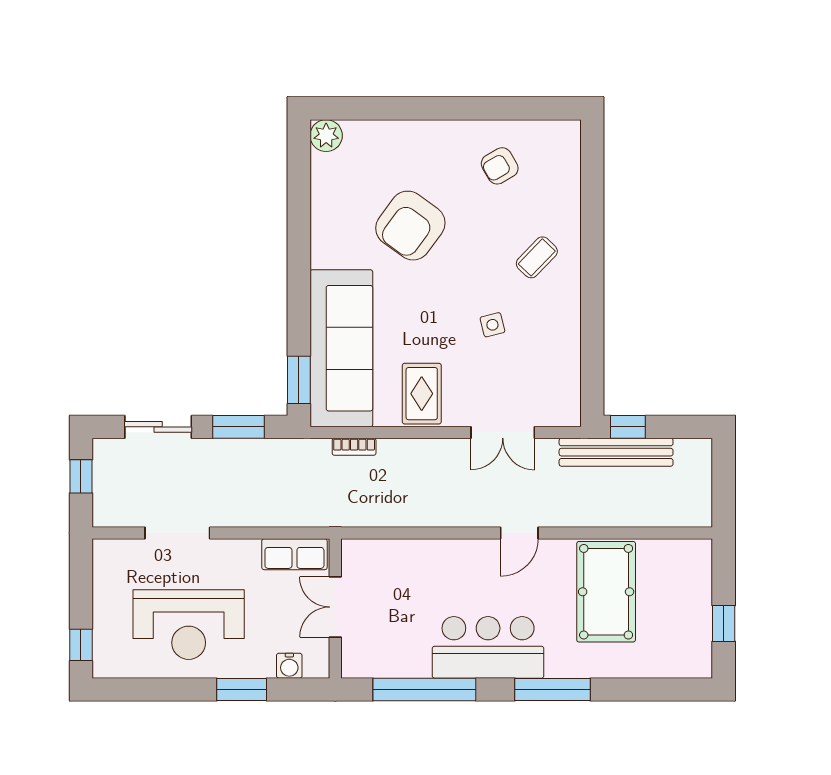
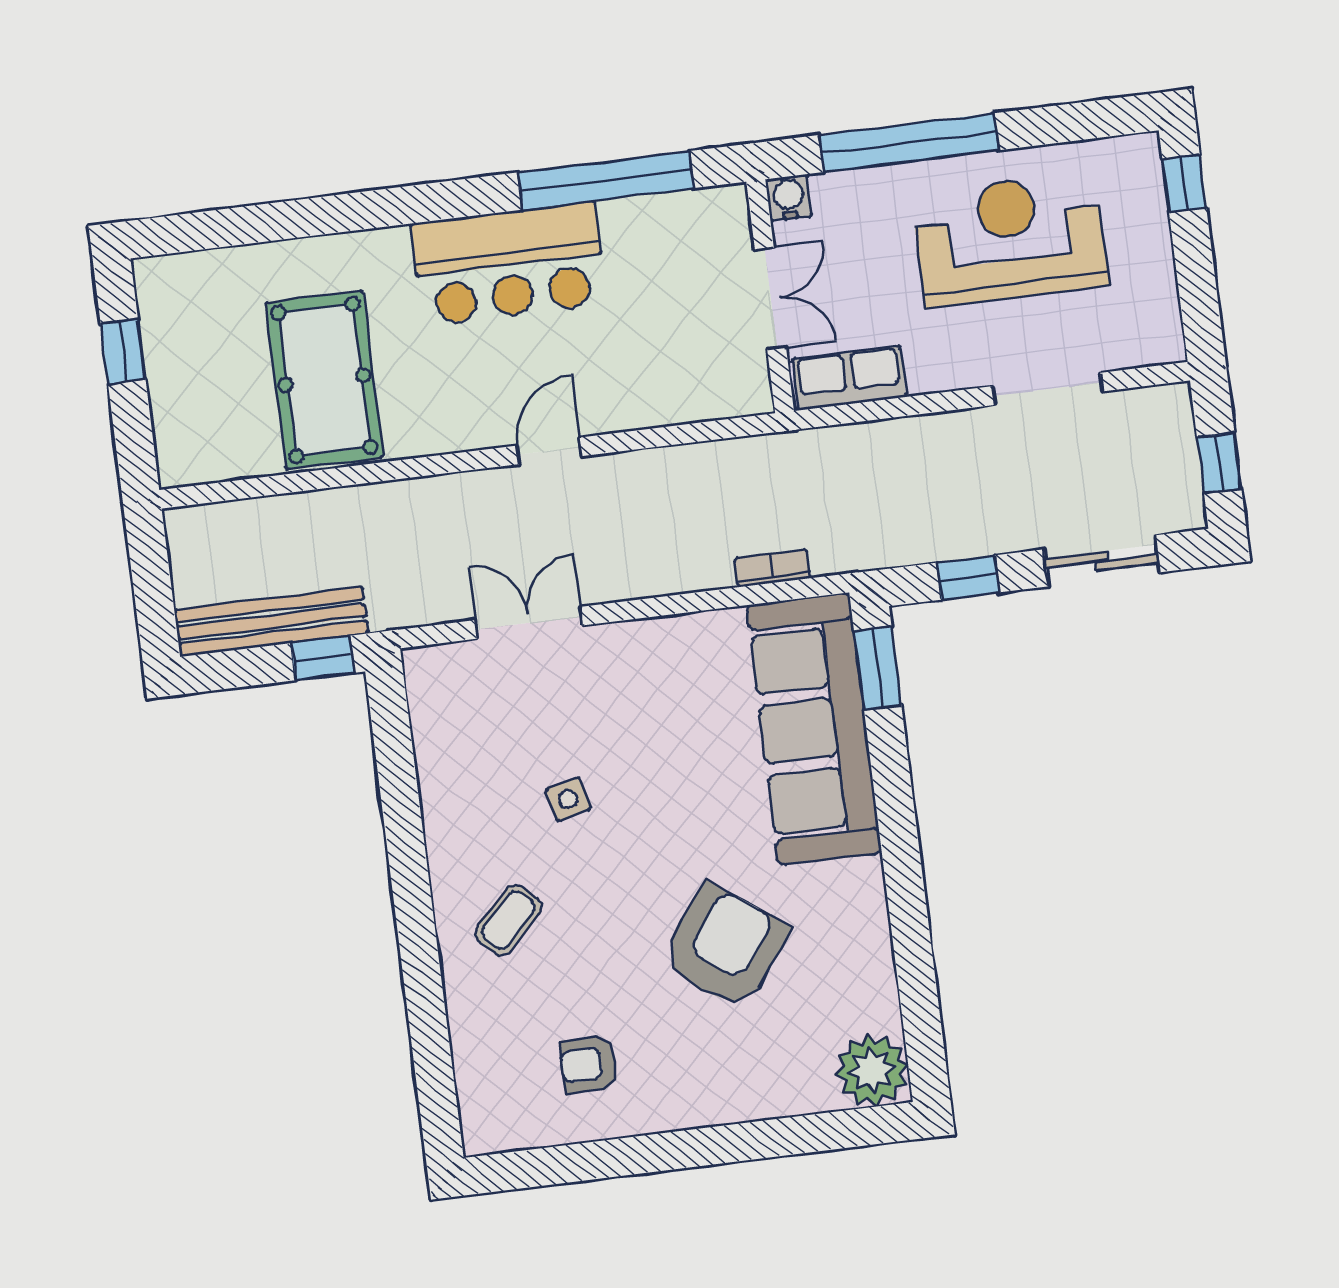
plant: (326, 136) -> (872, 1070), width x1.36, depth x1.36
armchair: (500, 166) -> (589, 1064), turned -150
rug: (422, 394) -> (671, 670), removed
window: (239, 427) -> (968, 578), width x0.67
bench: (616, 452) -> (271, 622), moved
door: (519, 533) -> (549, 451), moved
water cooler: (289, 666) -> (789, 198), moved
window: (242, 689) -> (909, 143), width x2.11
window: (552, 689) -> (393, 207), removed

